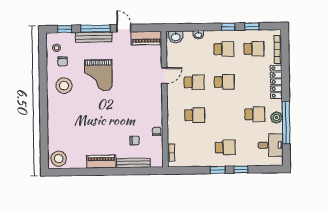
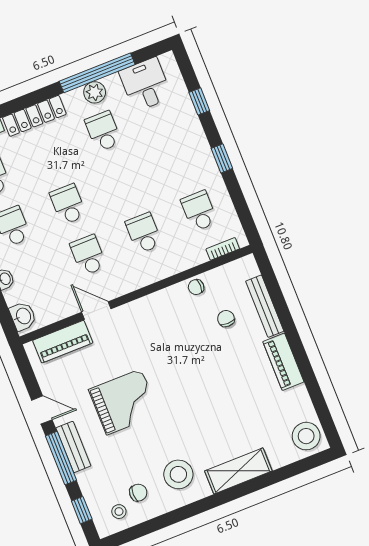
door: (124, 28) -> (42, 410), swing flipped
bench: (94, 37) -> (73, 447), width x0.73
piano: (146, 38) -> (63, 342), moved, turned 90
grand piano: (98, 75) -> (124, 402), moved
shelving: (54, 117) -> (238, 471), added
school desk: (225, 147) -> (199, 211), moved
window: (241, 170) -> (199, 101), moved

